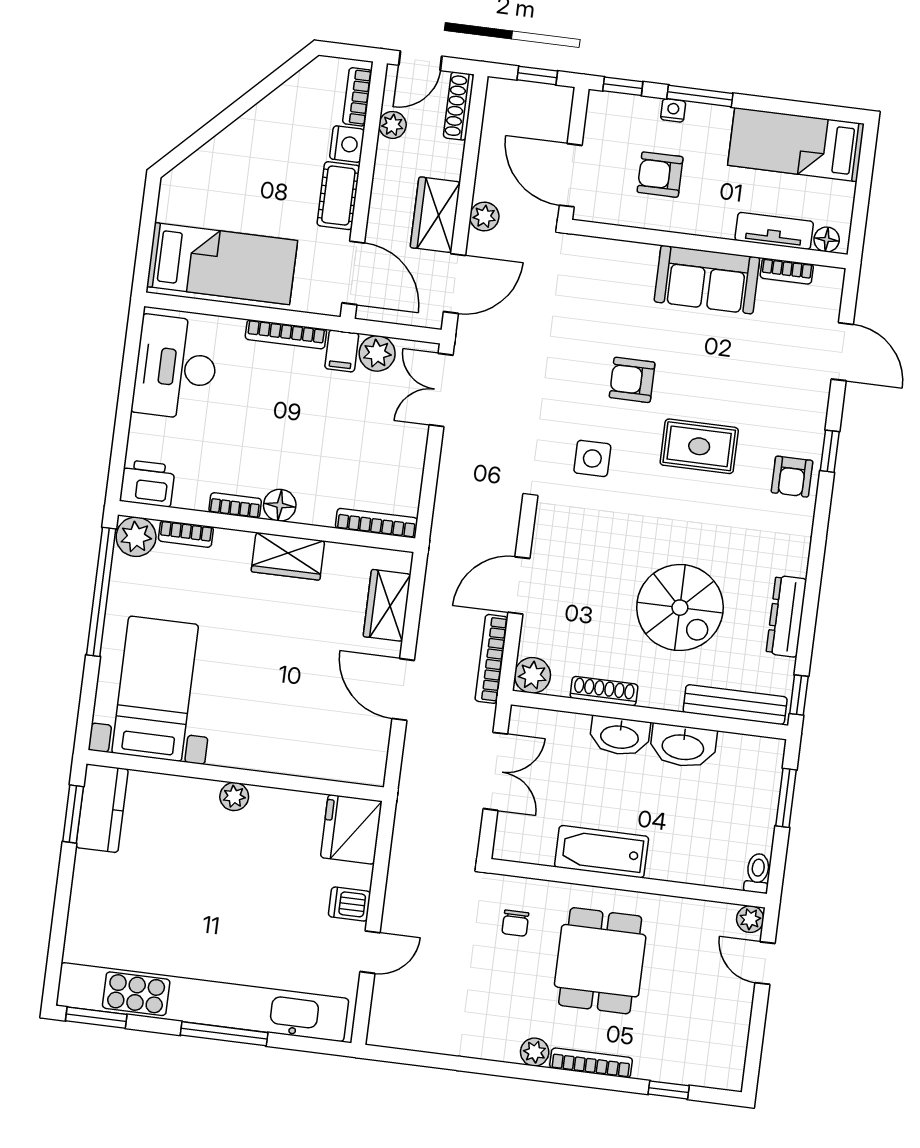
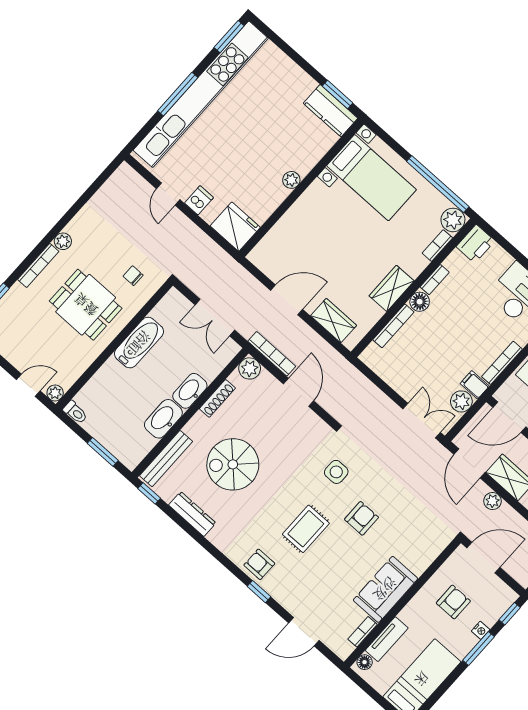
bookcase: (377, 523) -> (393, 326), moved

